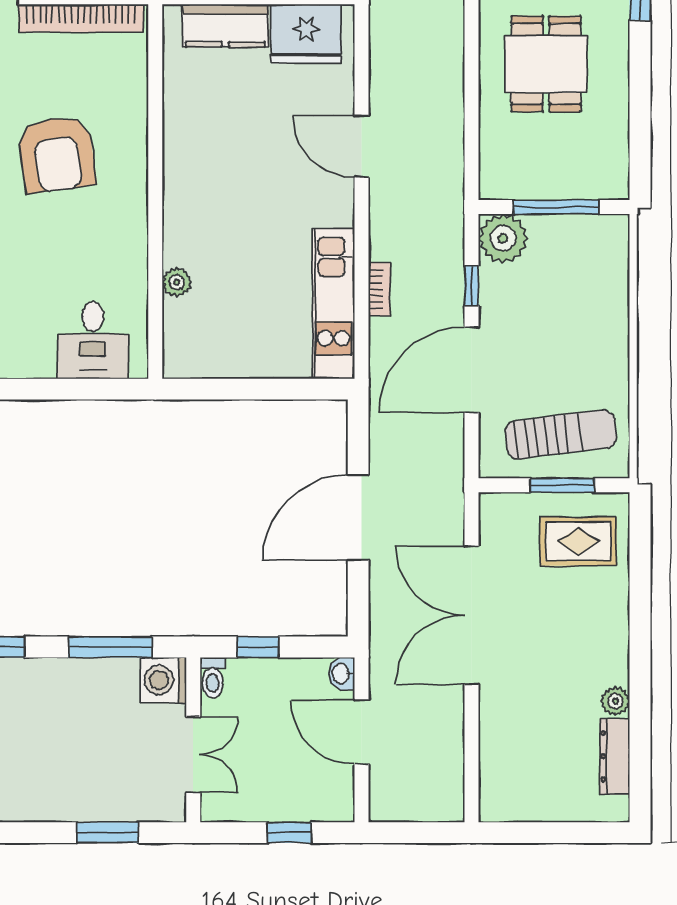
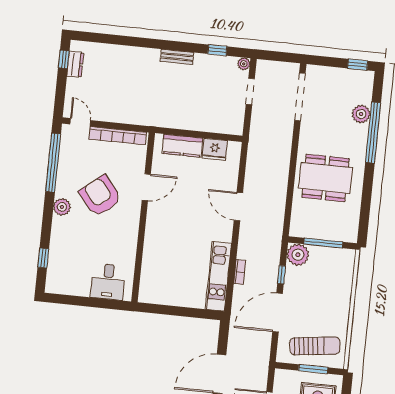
fridge: (306, 34) -> (215, 149), width x0.73, depth x0.75
dining table: (546, 64) -> (325, 178), width x1.38
door: (155, 125) -> (146, 187), added
armchair: (57, 154) -> (100, 196), turned 149
plant: (177, 282) -> (149, 259), removed

